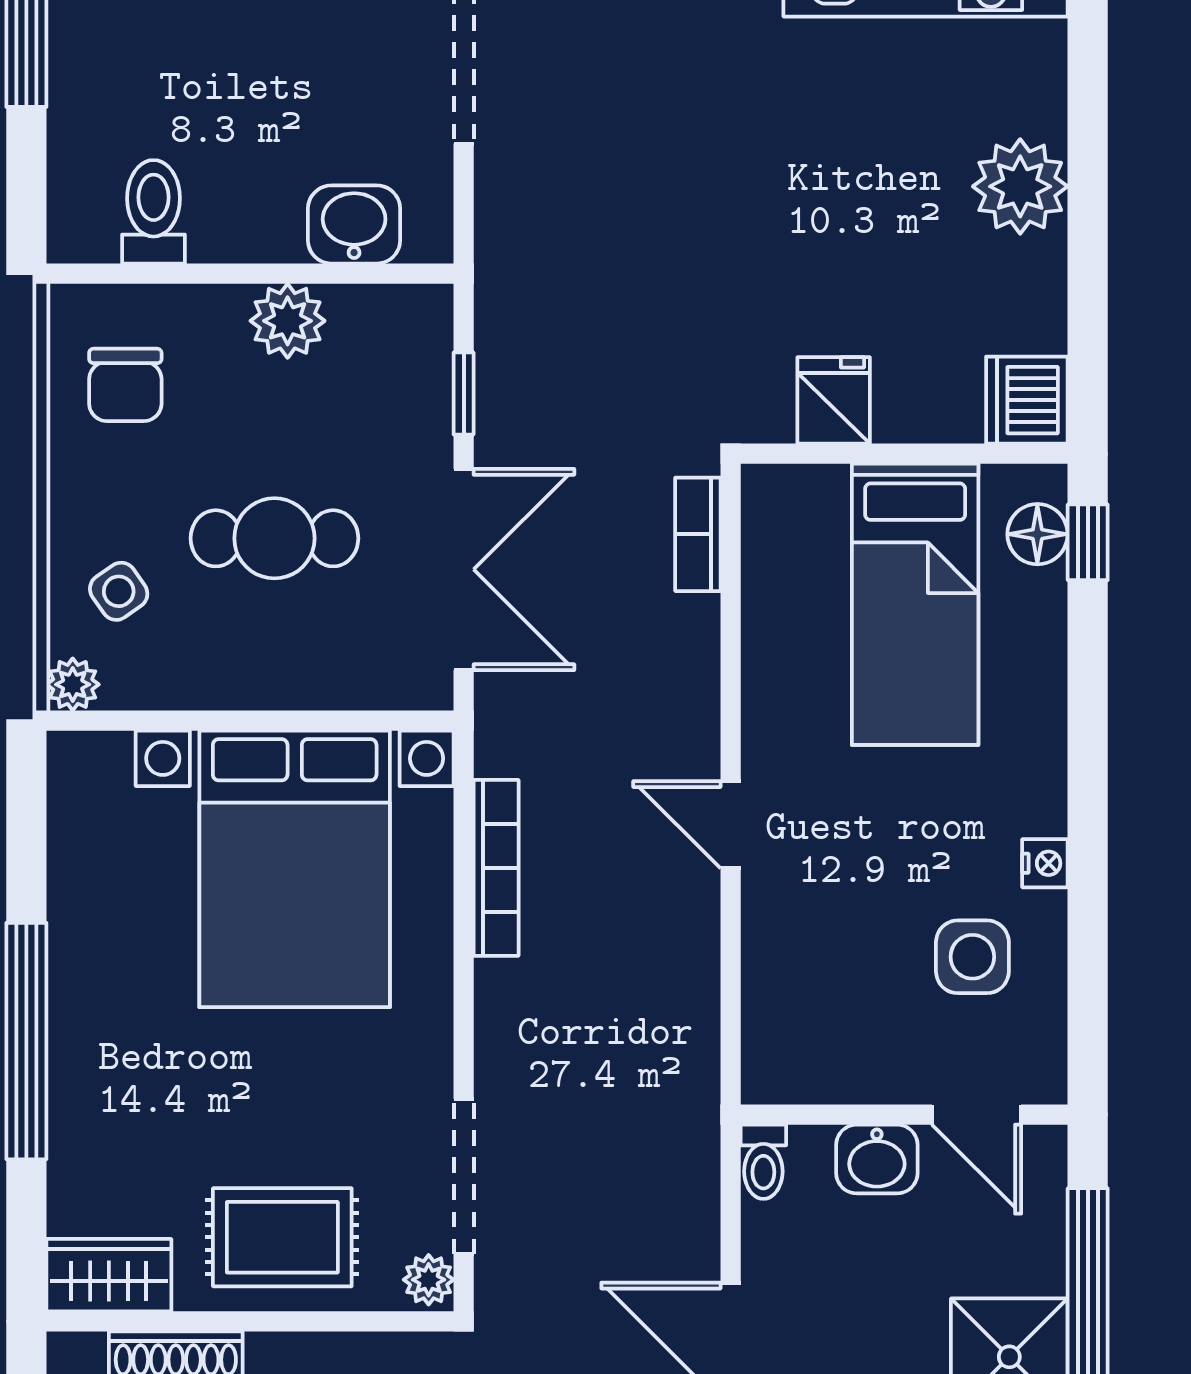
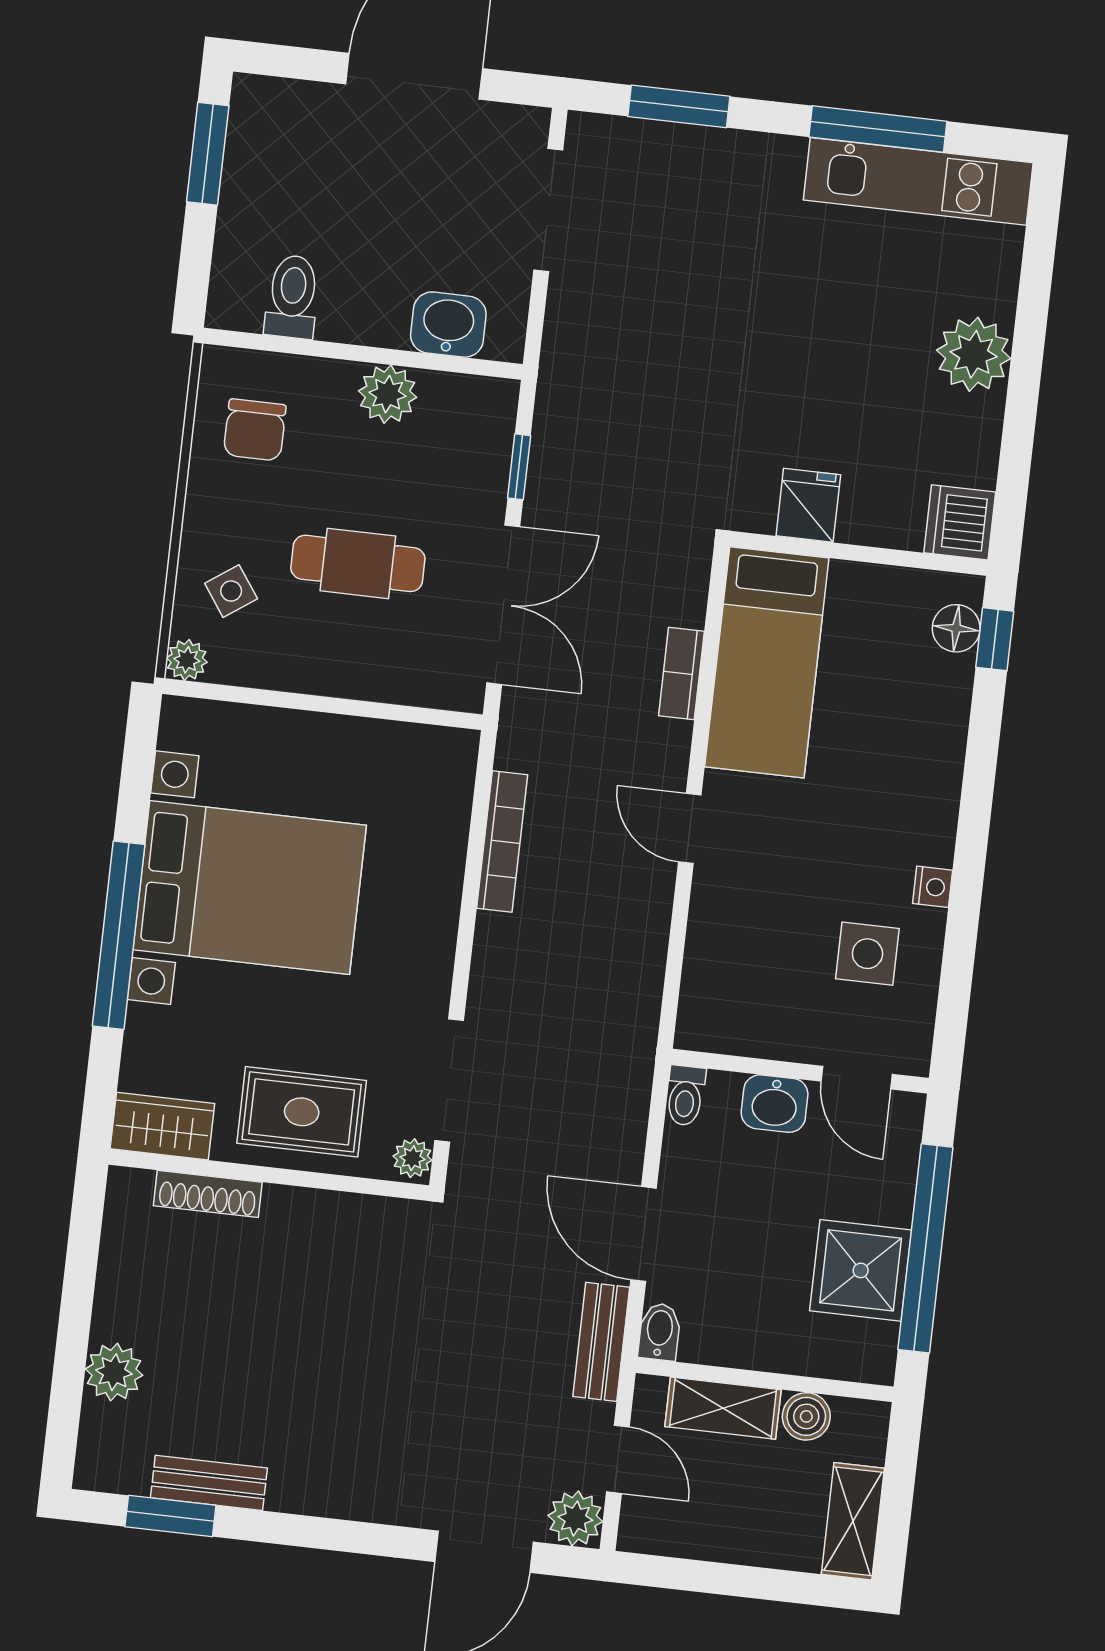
bookcase: (698, 534) -> (681, 673), moved
bed: (915, 604) -> (767, 662), moved
bed with nightstands: (295, 869) -> (250, 888), moved, turned -90

